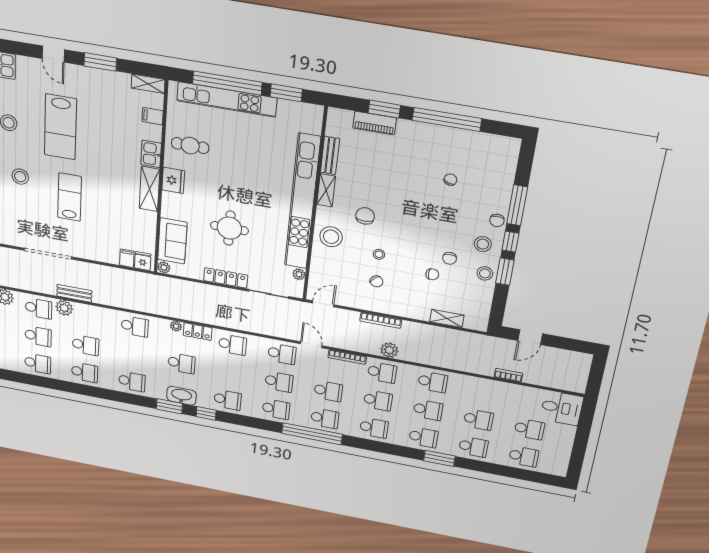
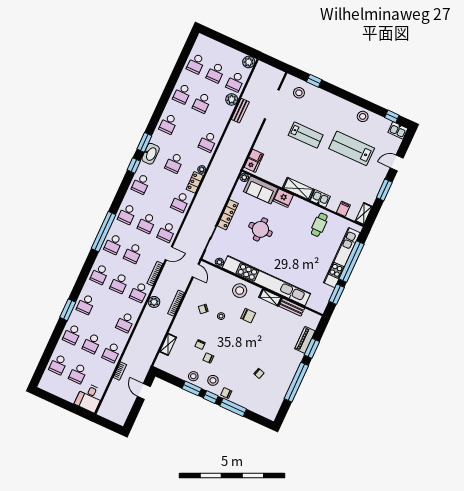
stool: (20, 177) -> (299, 93), moved
fridge: (173, 180) -> (283, 198), moved
school desk: (428, 410) -> (111, 352), moved

